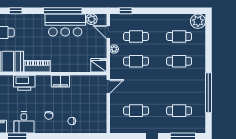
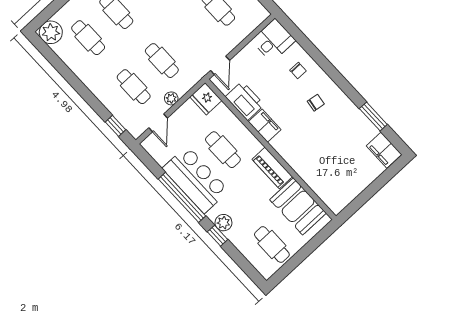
window: (16, 11) -> (218, 236), moved
plant: (91, 19) -> (223, 223), moved
cafe table: (67, 51) -> (223, 150), added
printer: (24, 83) -> (245, 101), moved
door: (108, 87) -> (220, 65), swing flipped
desk: (24, 123) -> (273, 41), moved

